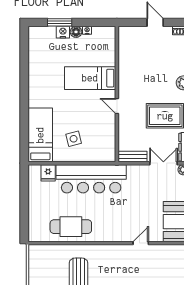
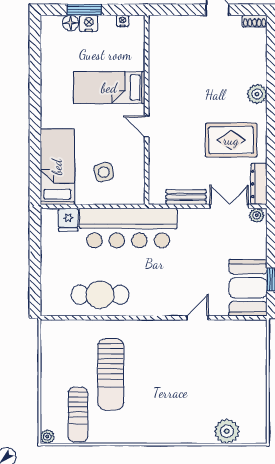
floor lamp: (76, 32) -> (70, 23), moved
bed: (90, 78) -> (109, 88), moved
wall: (117, 94) -> (147, 110), moved
door: (117, 106) -> (147, 126), moved

